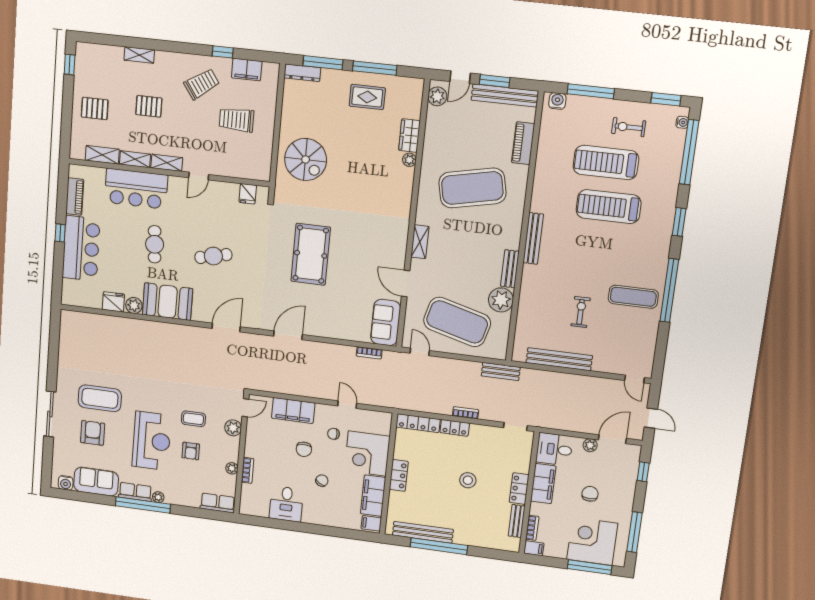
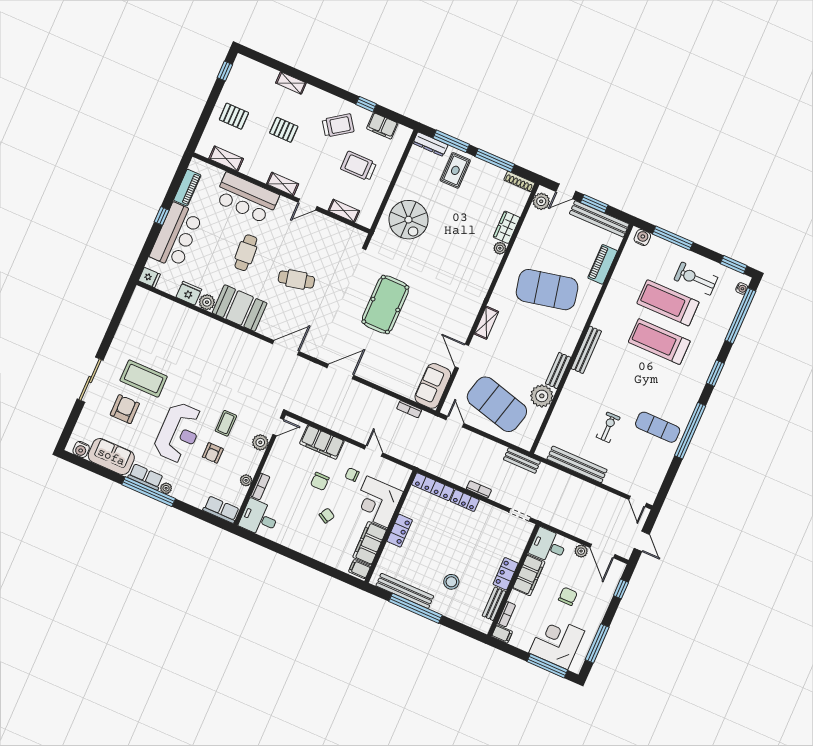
shoe rack: (408, 83) -> (519, 182), added
rug: (367, 97) -> (455, 170), moved, turned 90
exercise bike: (629, 127) -> (696, 279), width x1.38, depth x1.39
shelving: (135, 159) -> (344, 211), moved
fridge: (248, 194) -> (149, 277), moved, turned -90
coffee table: (193, 419) -> (226, 423), turned 90
door: (612, 439) -> (602, 551), swing flipped
stool: (468, 480) -> (451, 582), moved
desk: (286, 504) -> (259, 518), moved, turned 90

